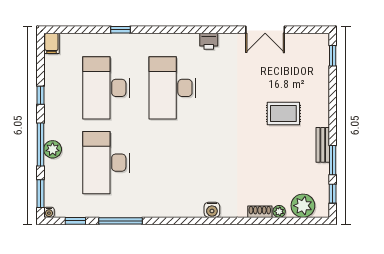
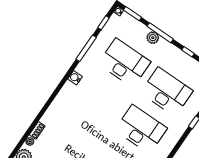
water cooler: (212, 210) -> (75, 78), moved

